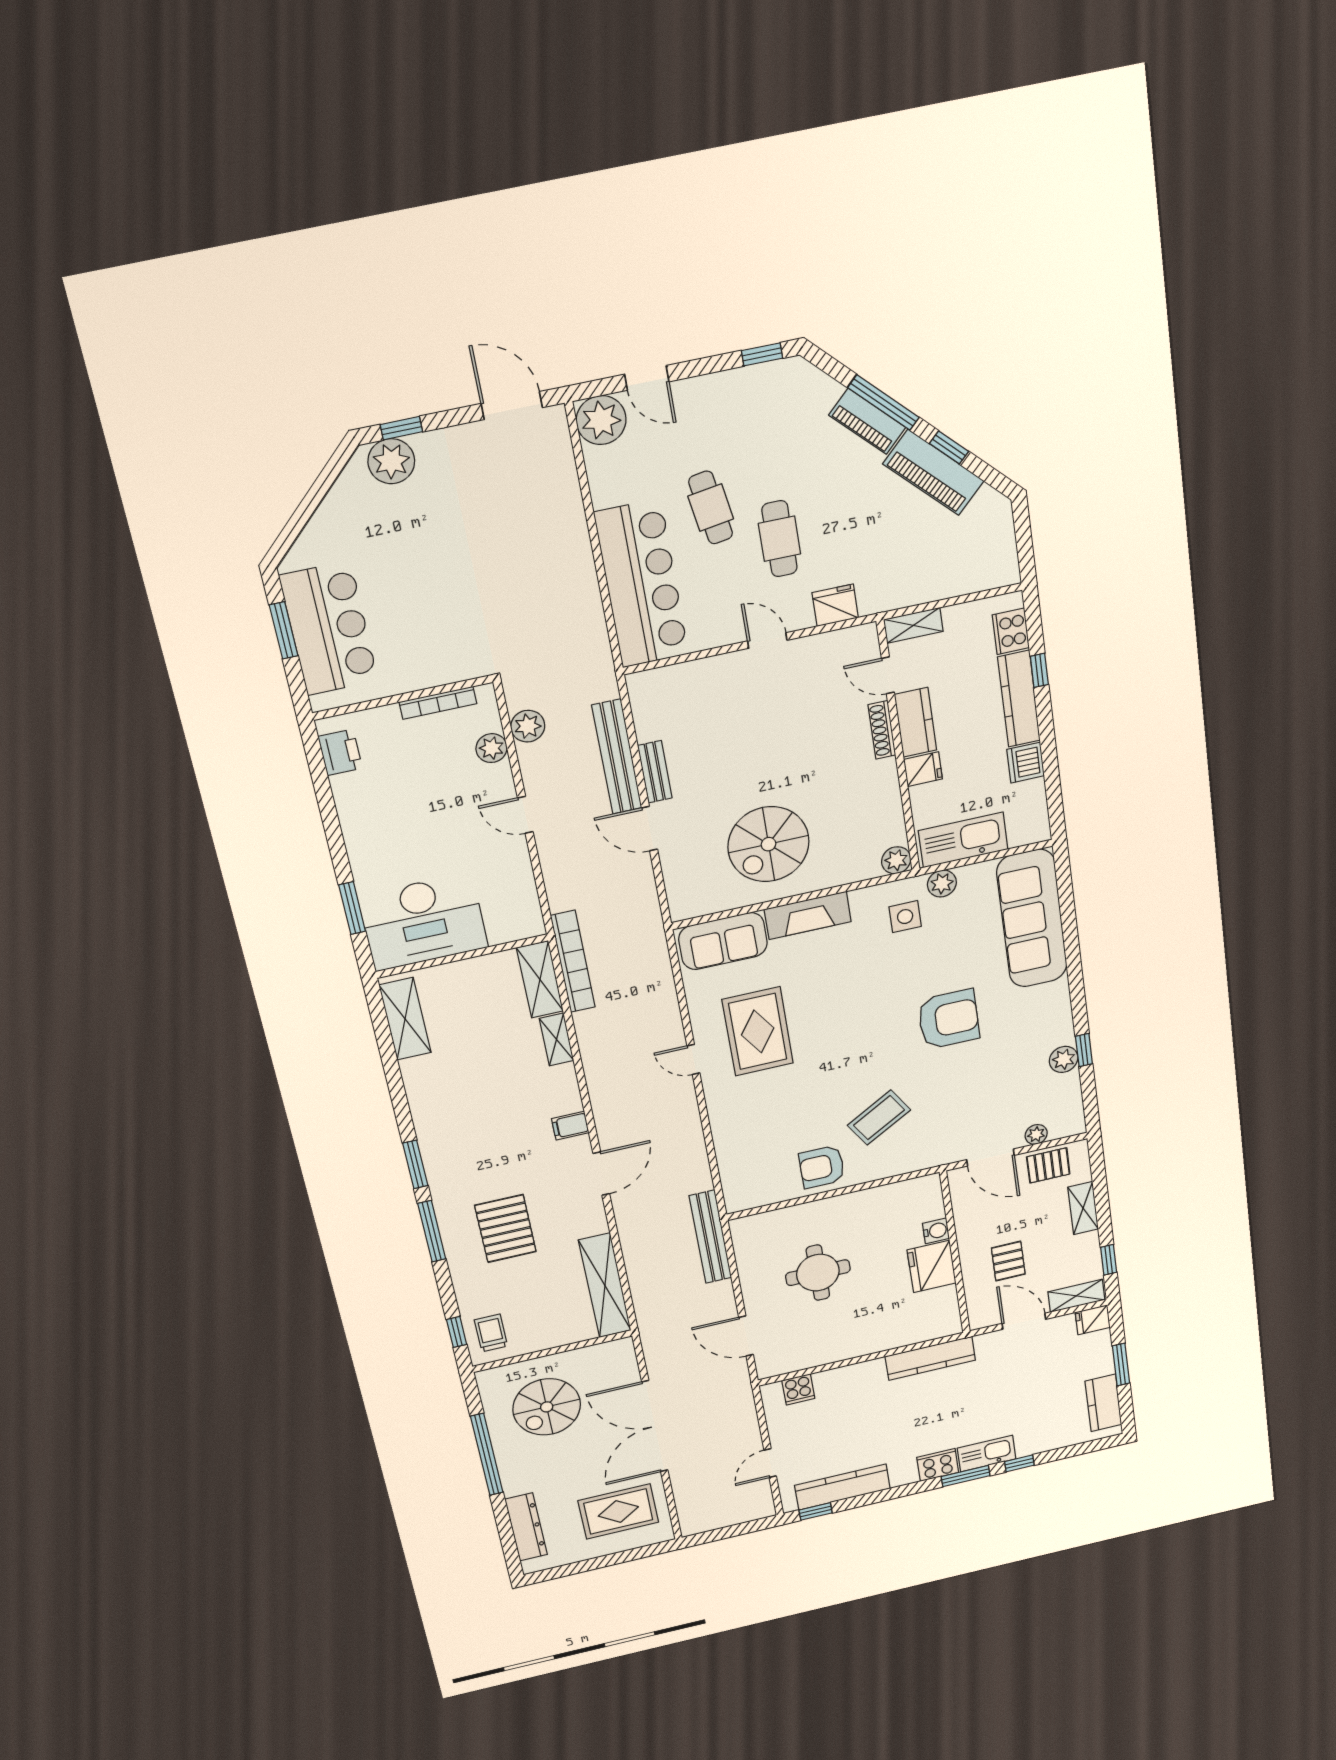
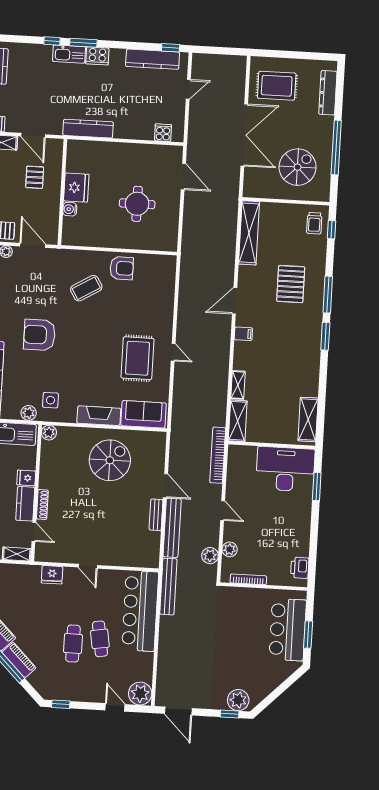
cafe table: (779, 539) -> (73, 643), moved
bookcase: (573, 961) -> (218, 455), moved
bench: (710, 1237) -> (168, 587), moved

